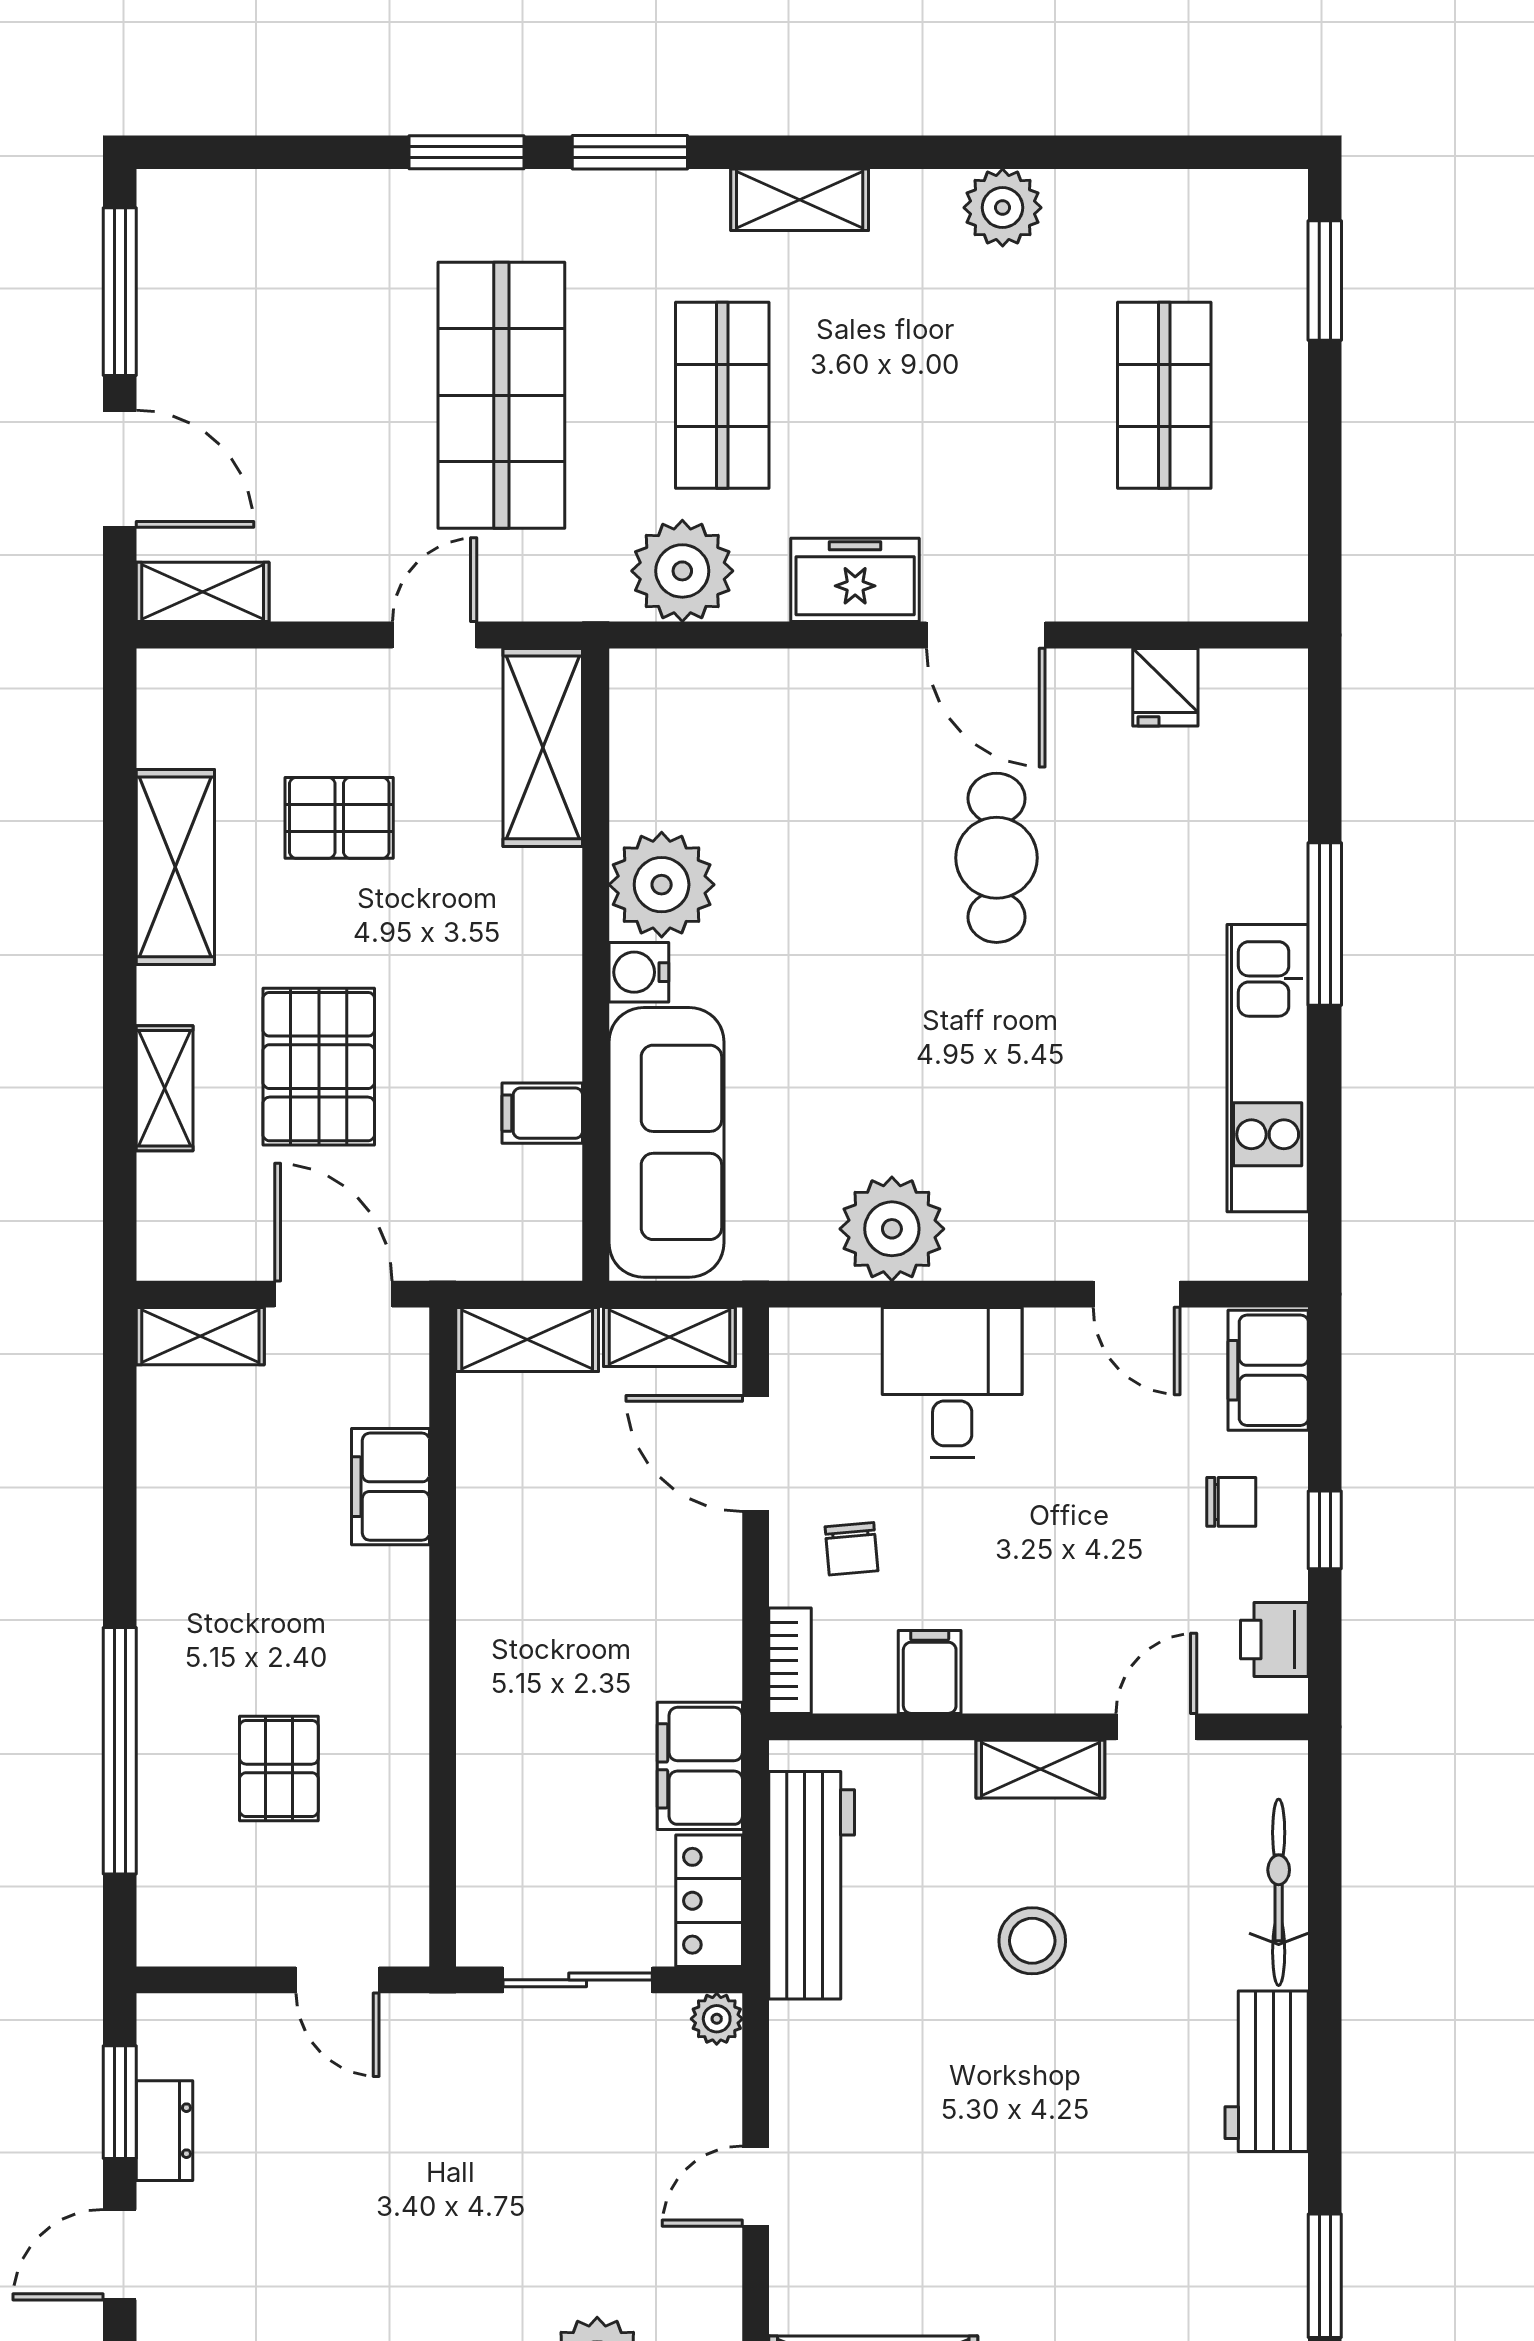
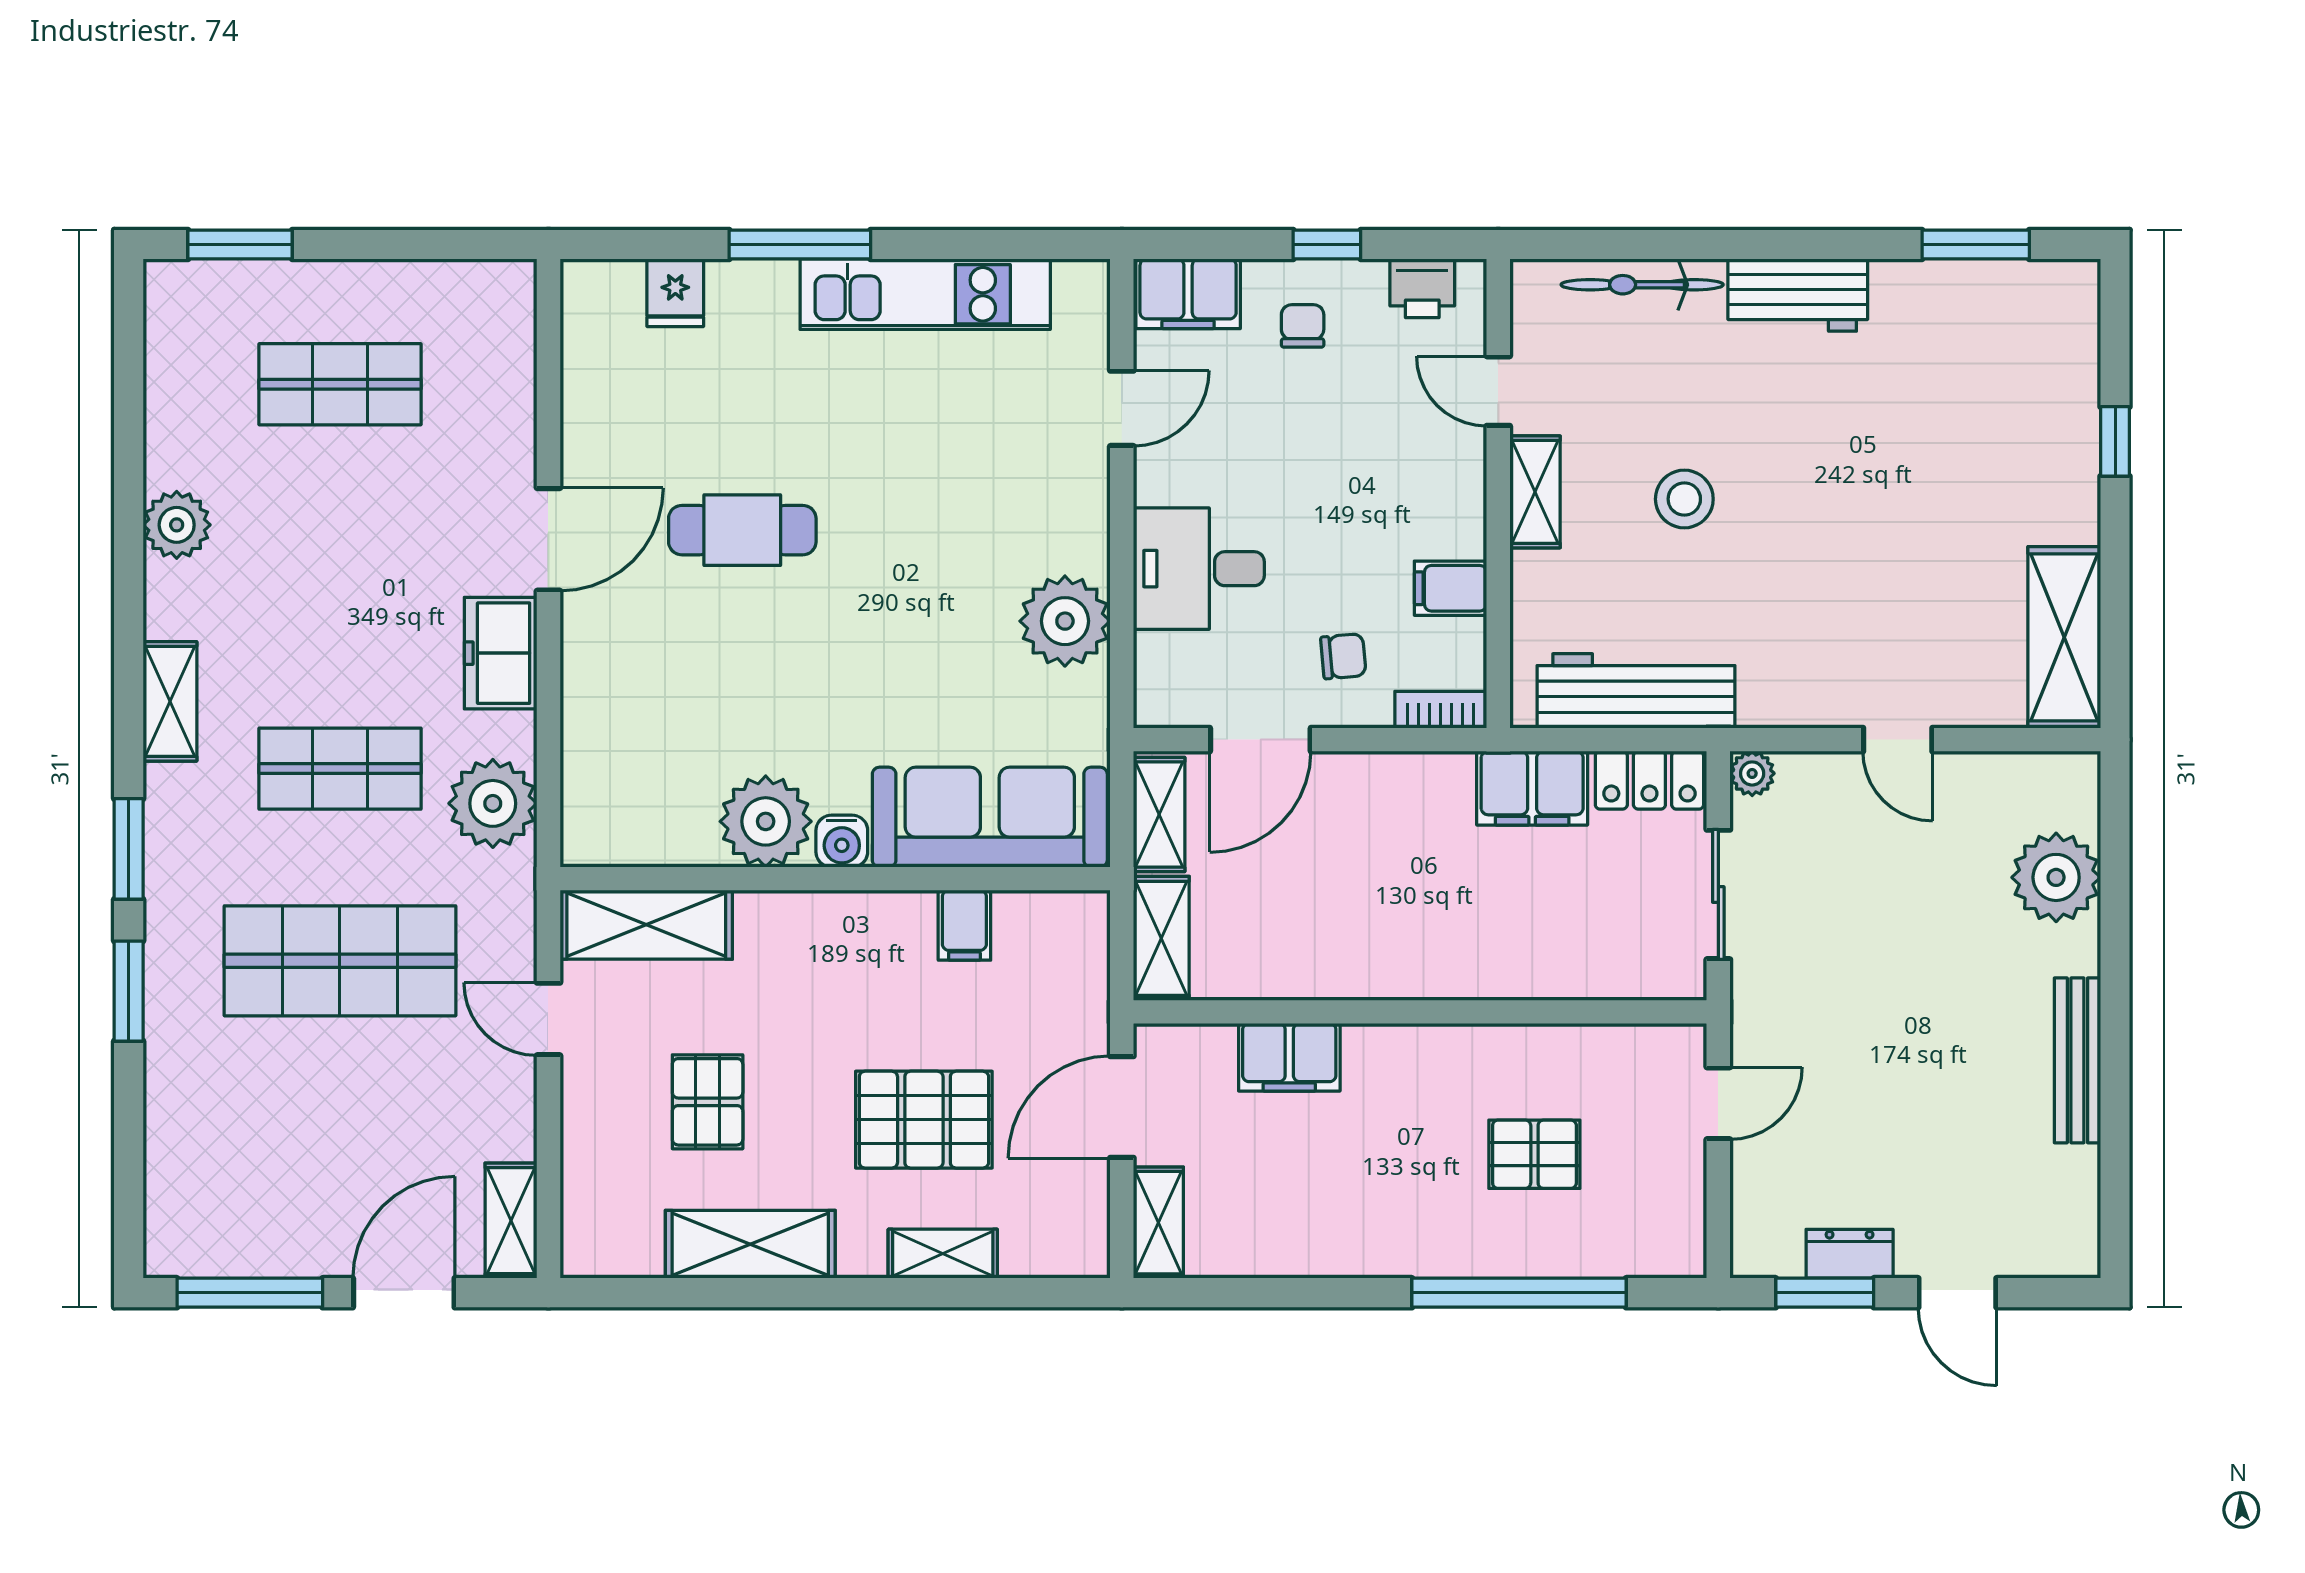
fridge: (1165, 687) -> (675, 293), moved, turned 90

